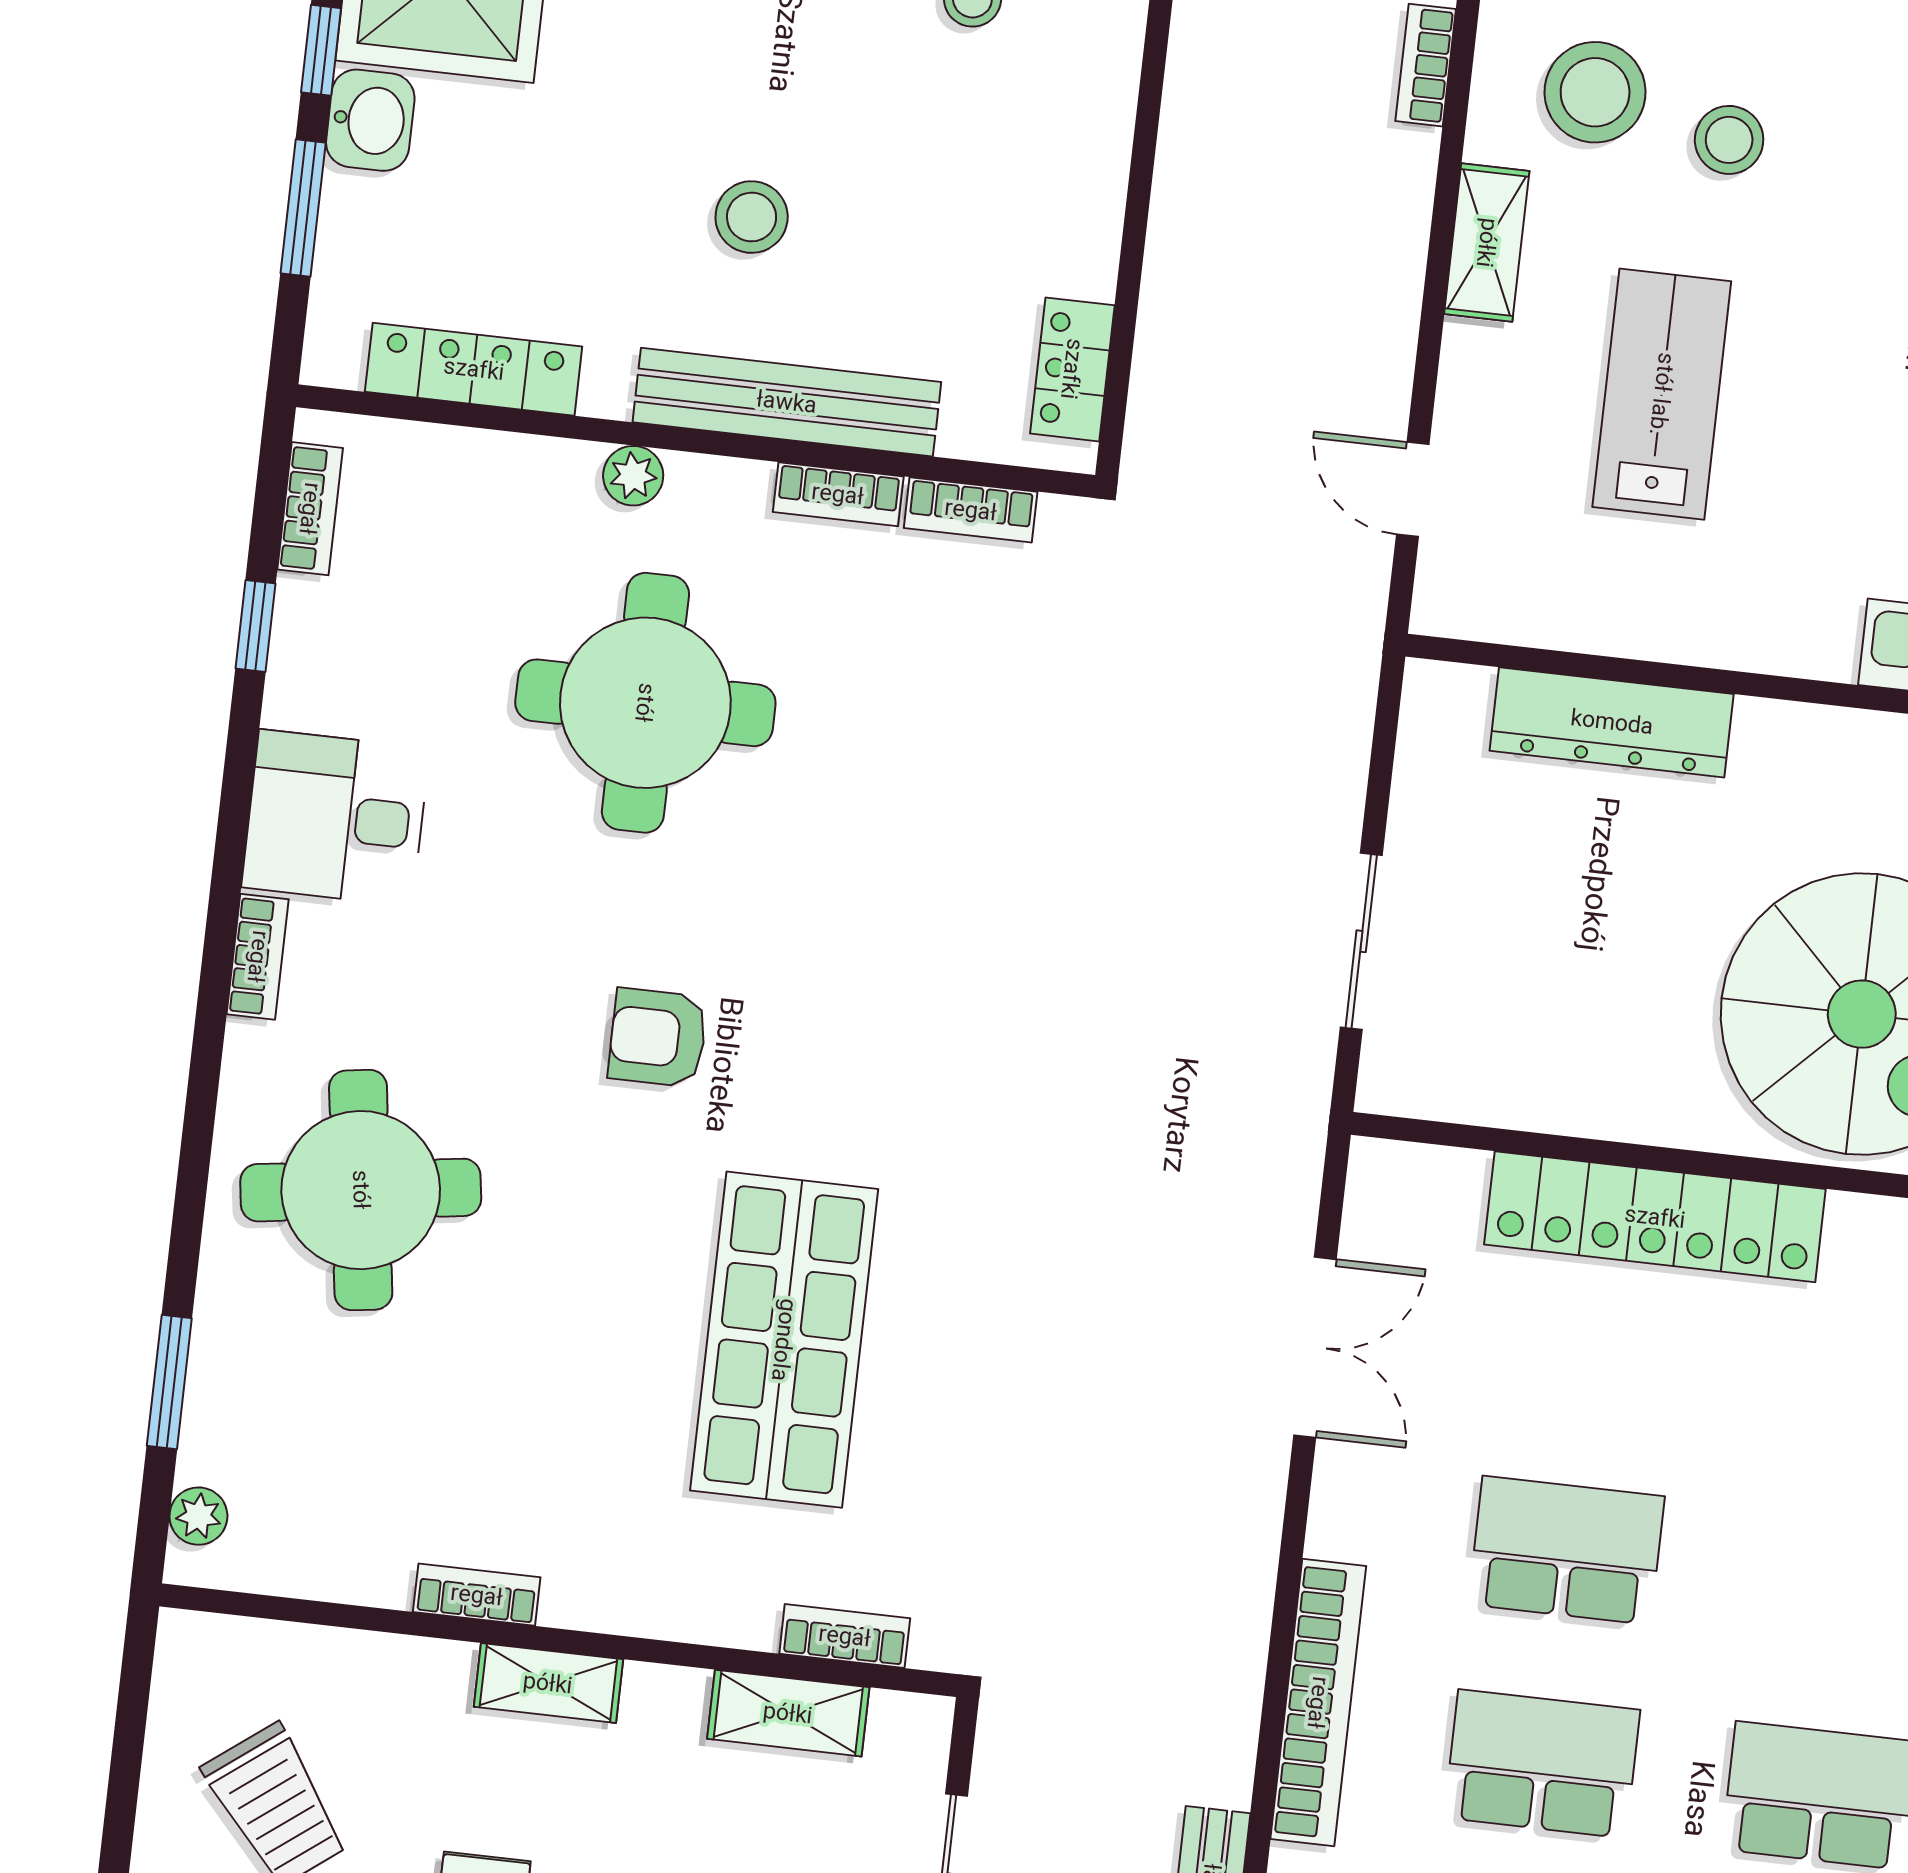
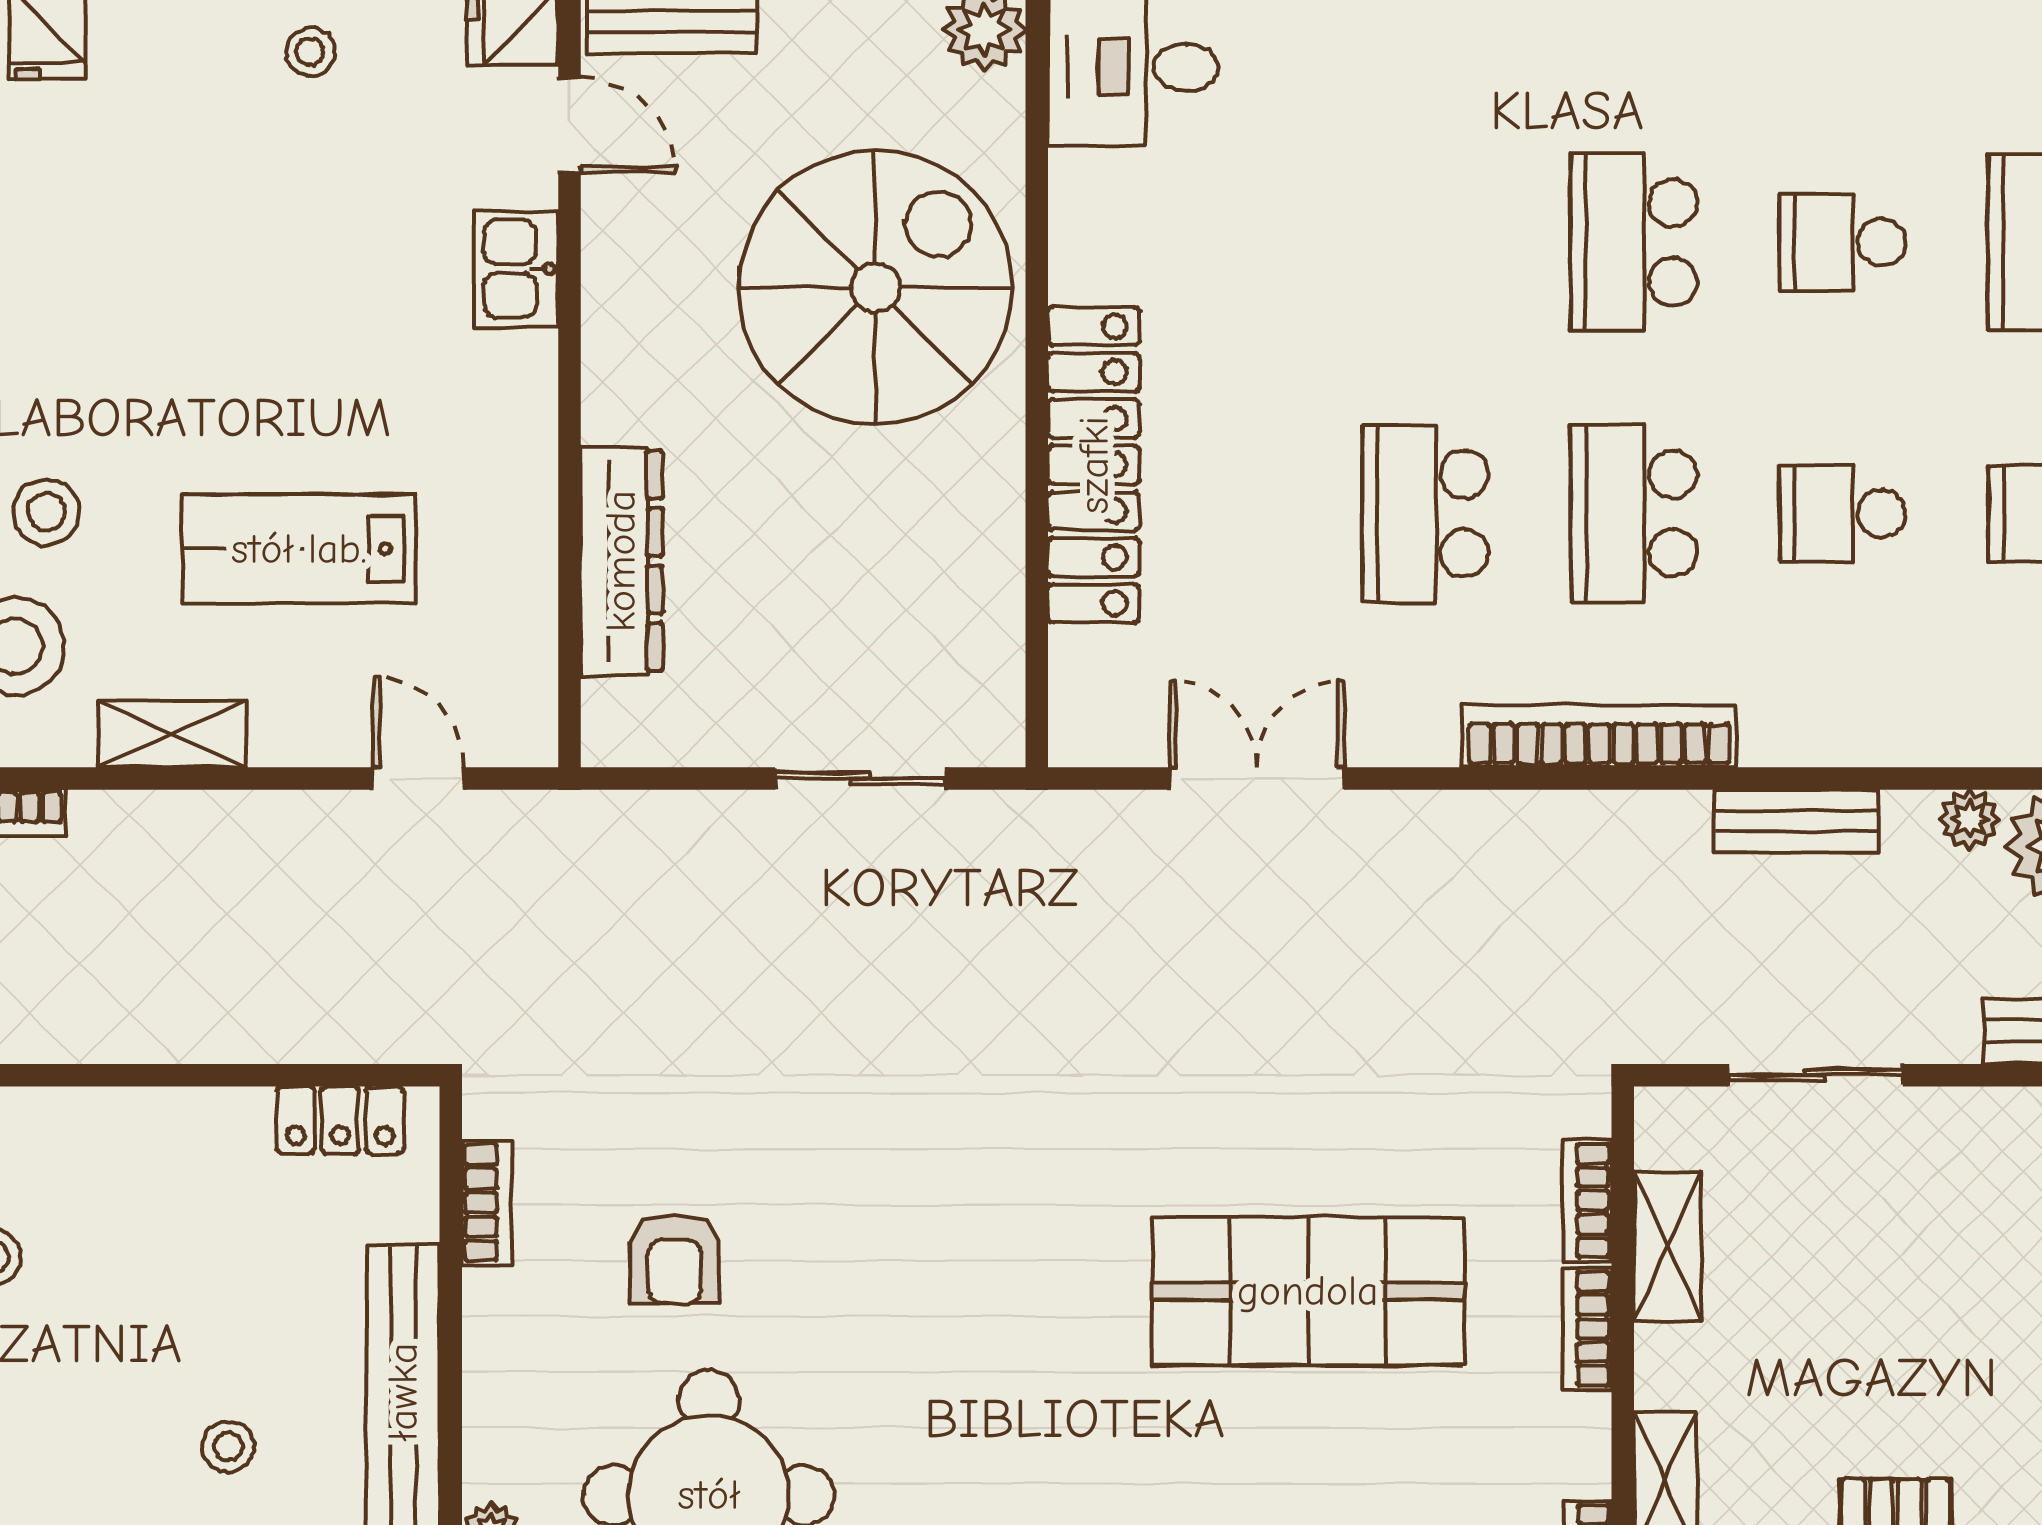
stool: (752, 217) -> (228, 1446), width x0.73, depth x0.73
door: (1413, 489) -> (418, 779), swing flipped
bookcase: (838, 494) -> (1587, 1329), moved, turned 180
armchair: (658, 1038) -> (675, 1259), moved

